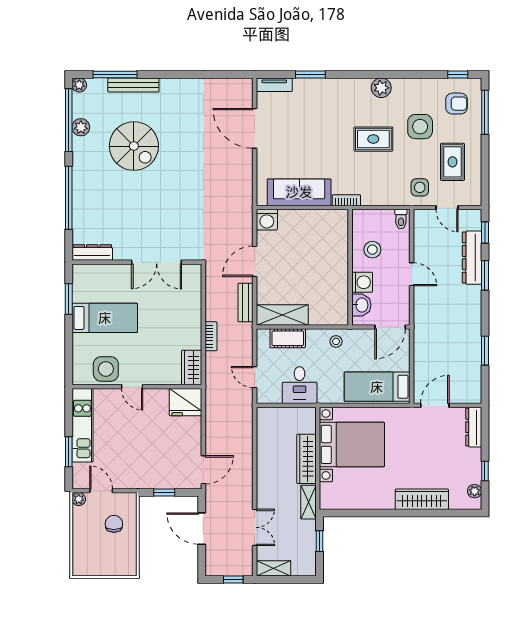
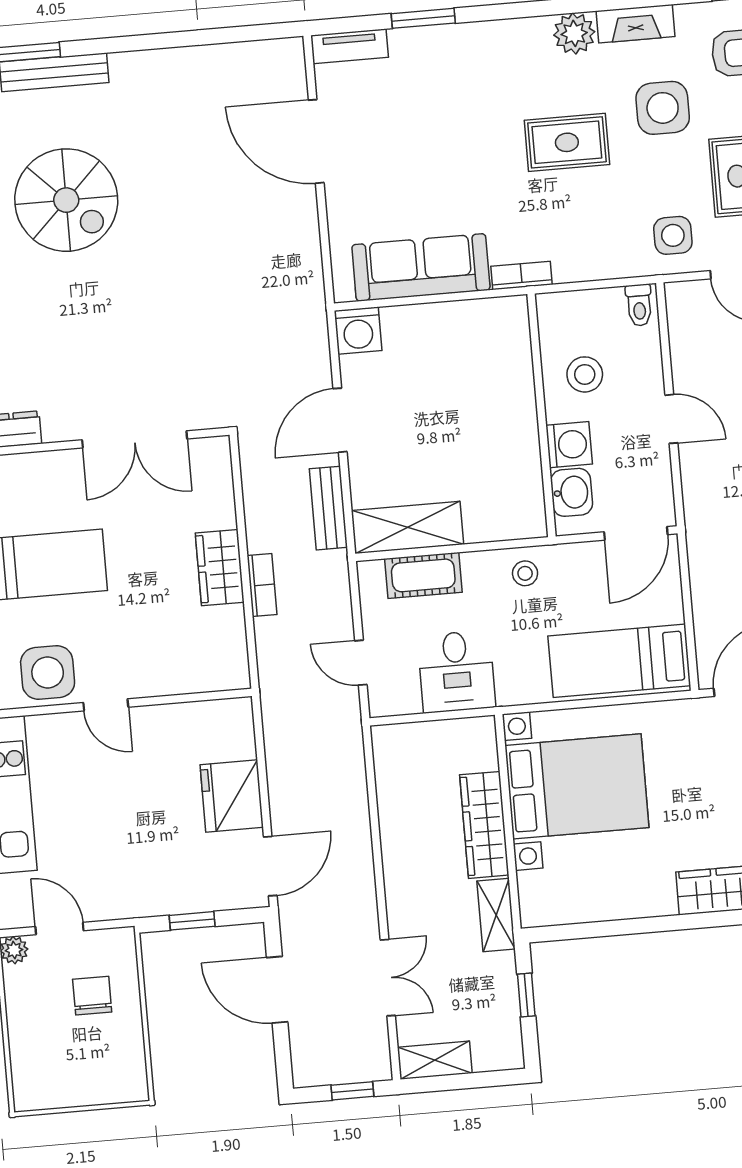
fireplace: (411, 86) -> (635, 24), added
wardrobe: (192, 368) -> (220, 568), moved
fridge: (186, 402) -> (232, 796), moved, turned 90

